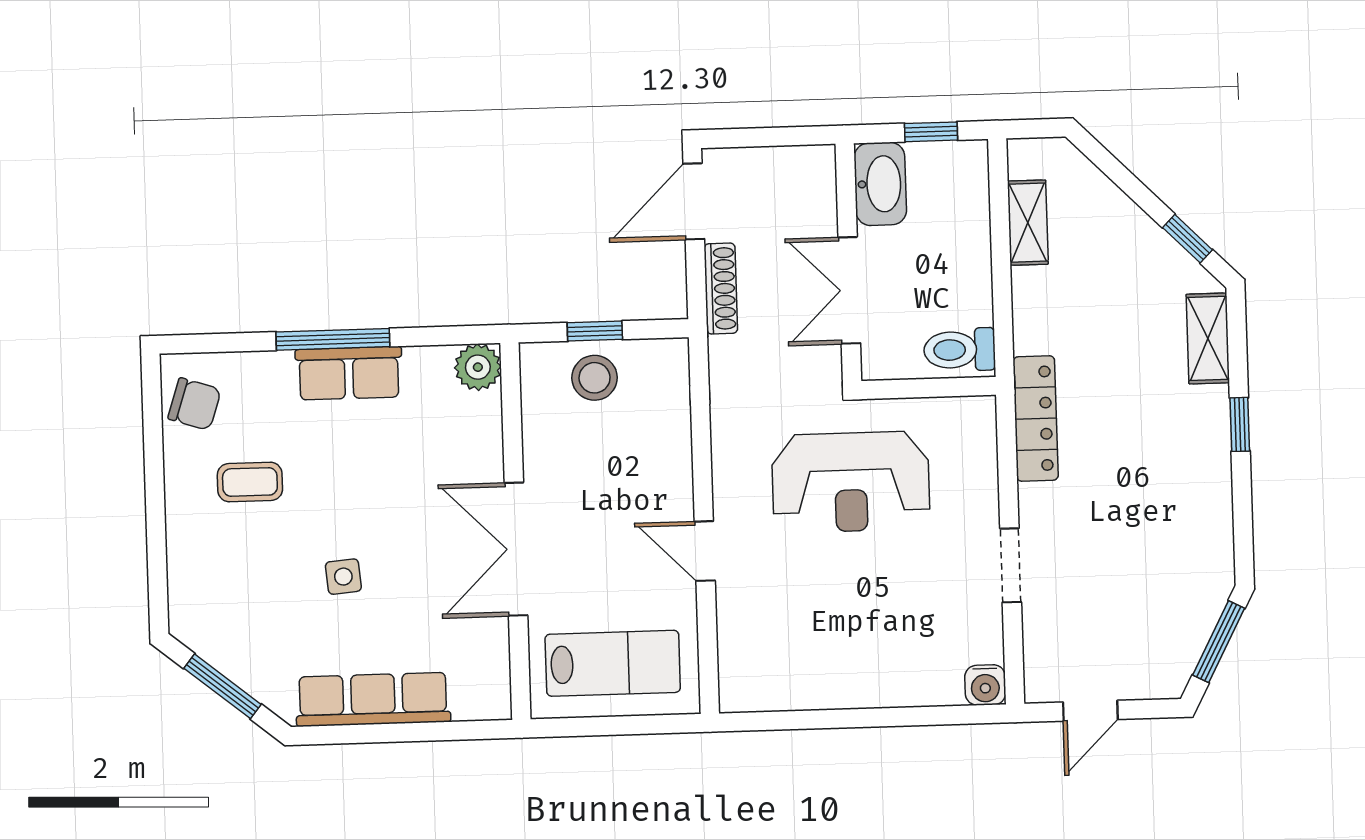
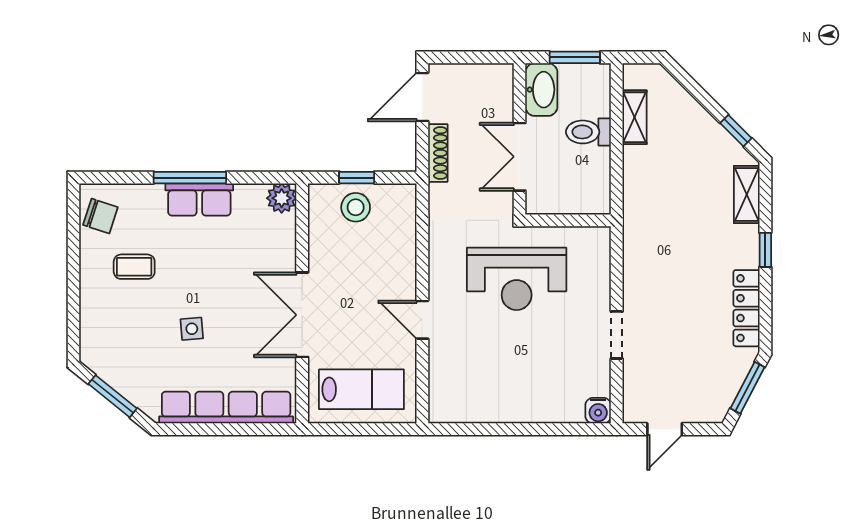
window: (931, 132) -> (575, 57), width x1.50
toilet: (959, 350) -> (588, 132), moved
locker: (1036, 418) -> (747, 308), moved, turned 180
row of seats: (373, 699) -> (226, 408), width x1.36

